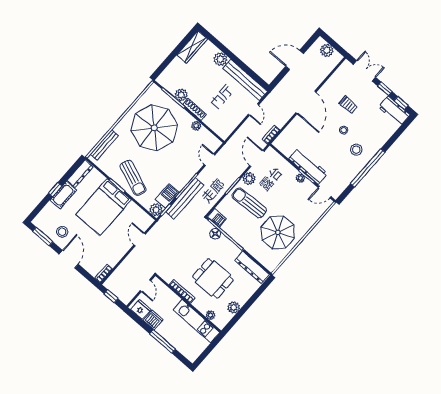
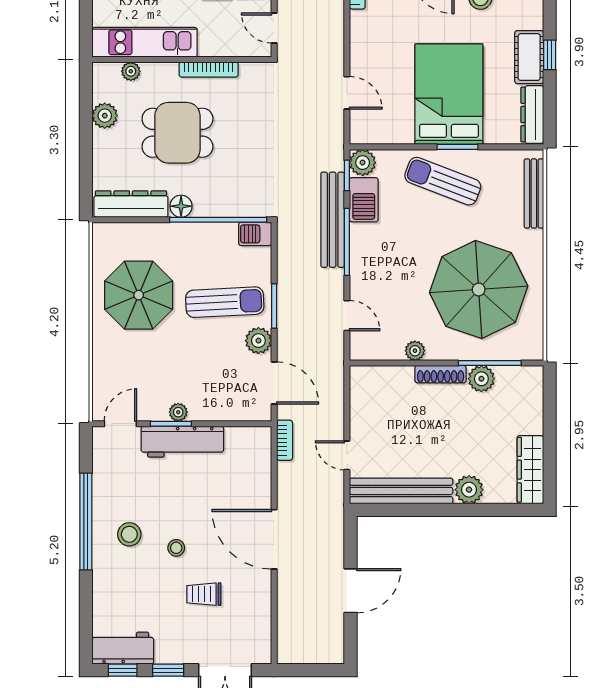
plant: (327, 50) -> (313, 650), removed
floor lamp: (215, 234) -> (181, 206), moved

